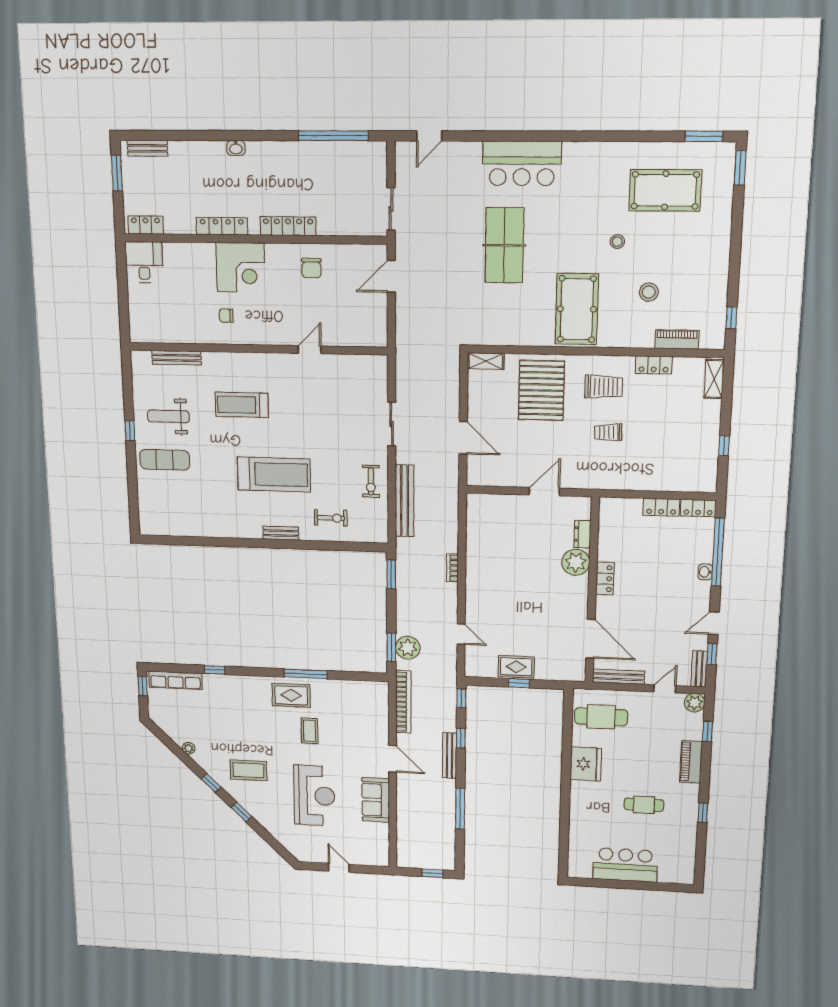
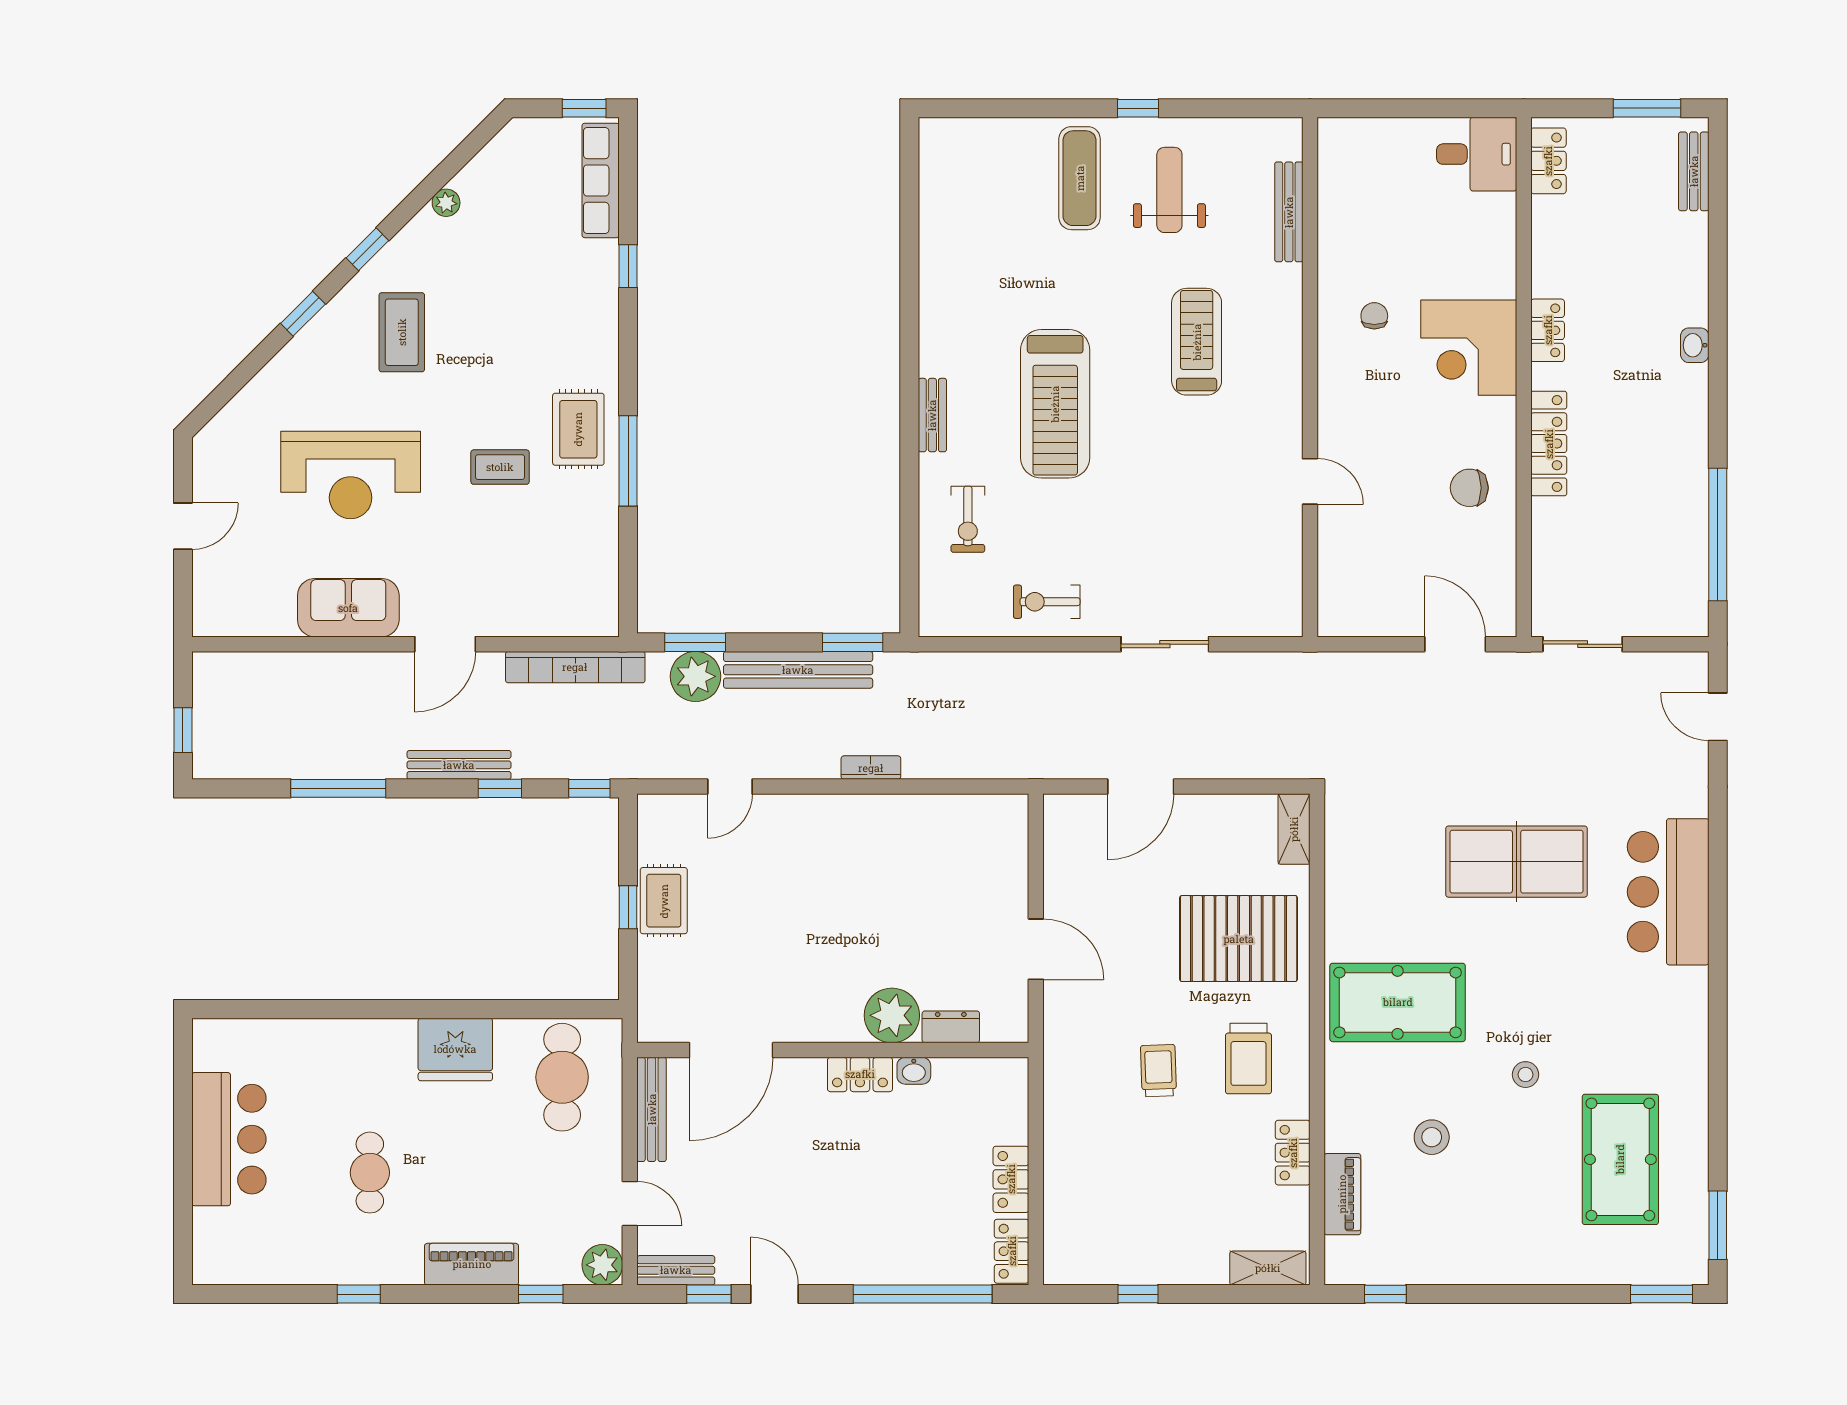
locker: (222, 226) -> (1548, 330), width x0.66
bench: (405, 501) -> (798, 670), moved
washbasin: (705, 572) -> (914, 1071), moved, turned 180

